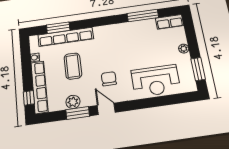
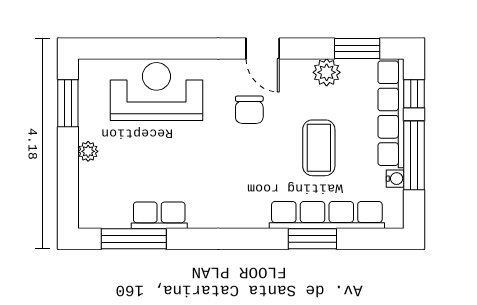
window: (143, 16) -> (134, 239), moved
row of seats: (170, 22) -> (159, 215), moved
window: (58, 28) -> (312, 239), moved
window: (27, 69) -> (414, 155), added
window: (78, 113) -> (357, 49), moved

